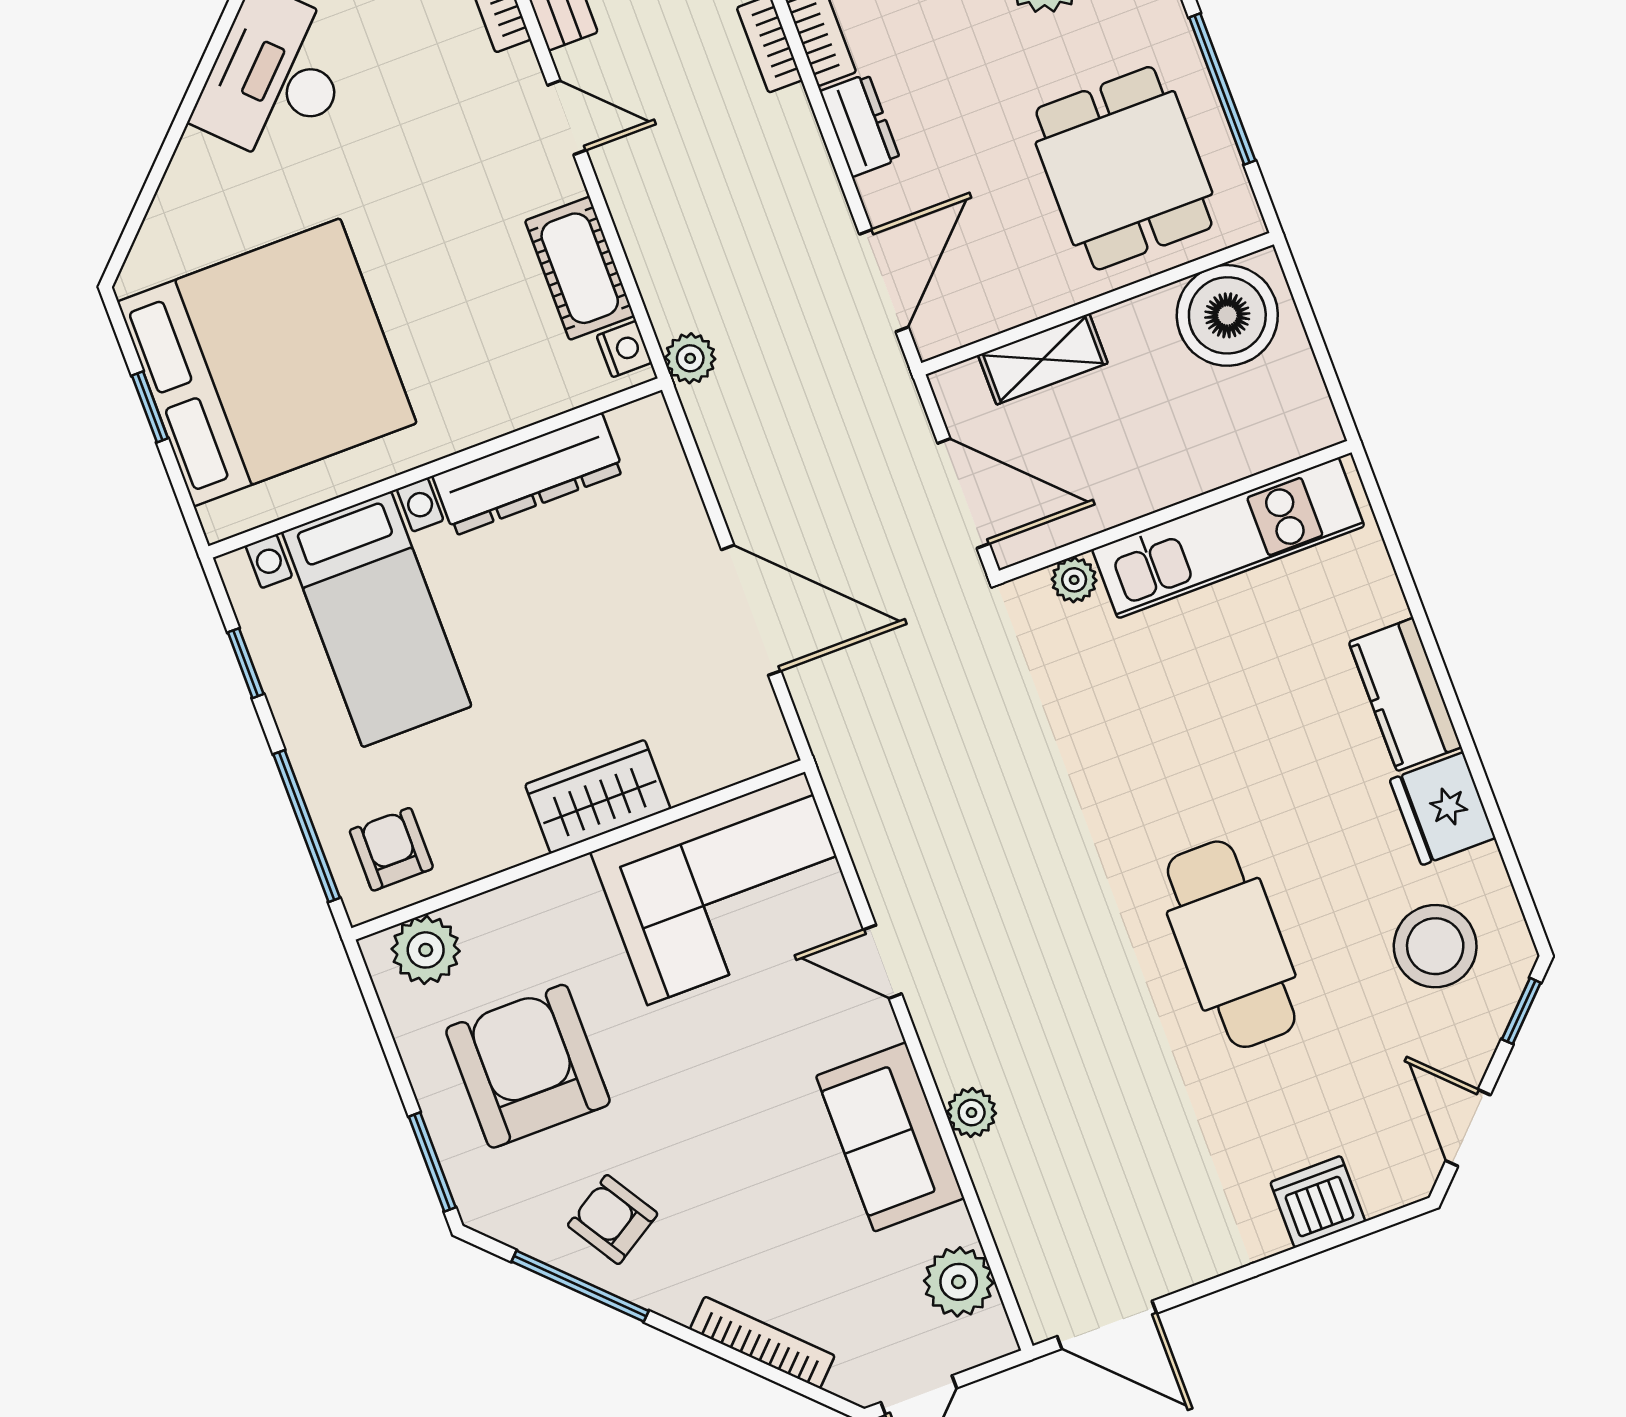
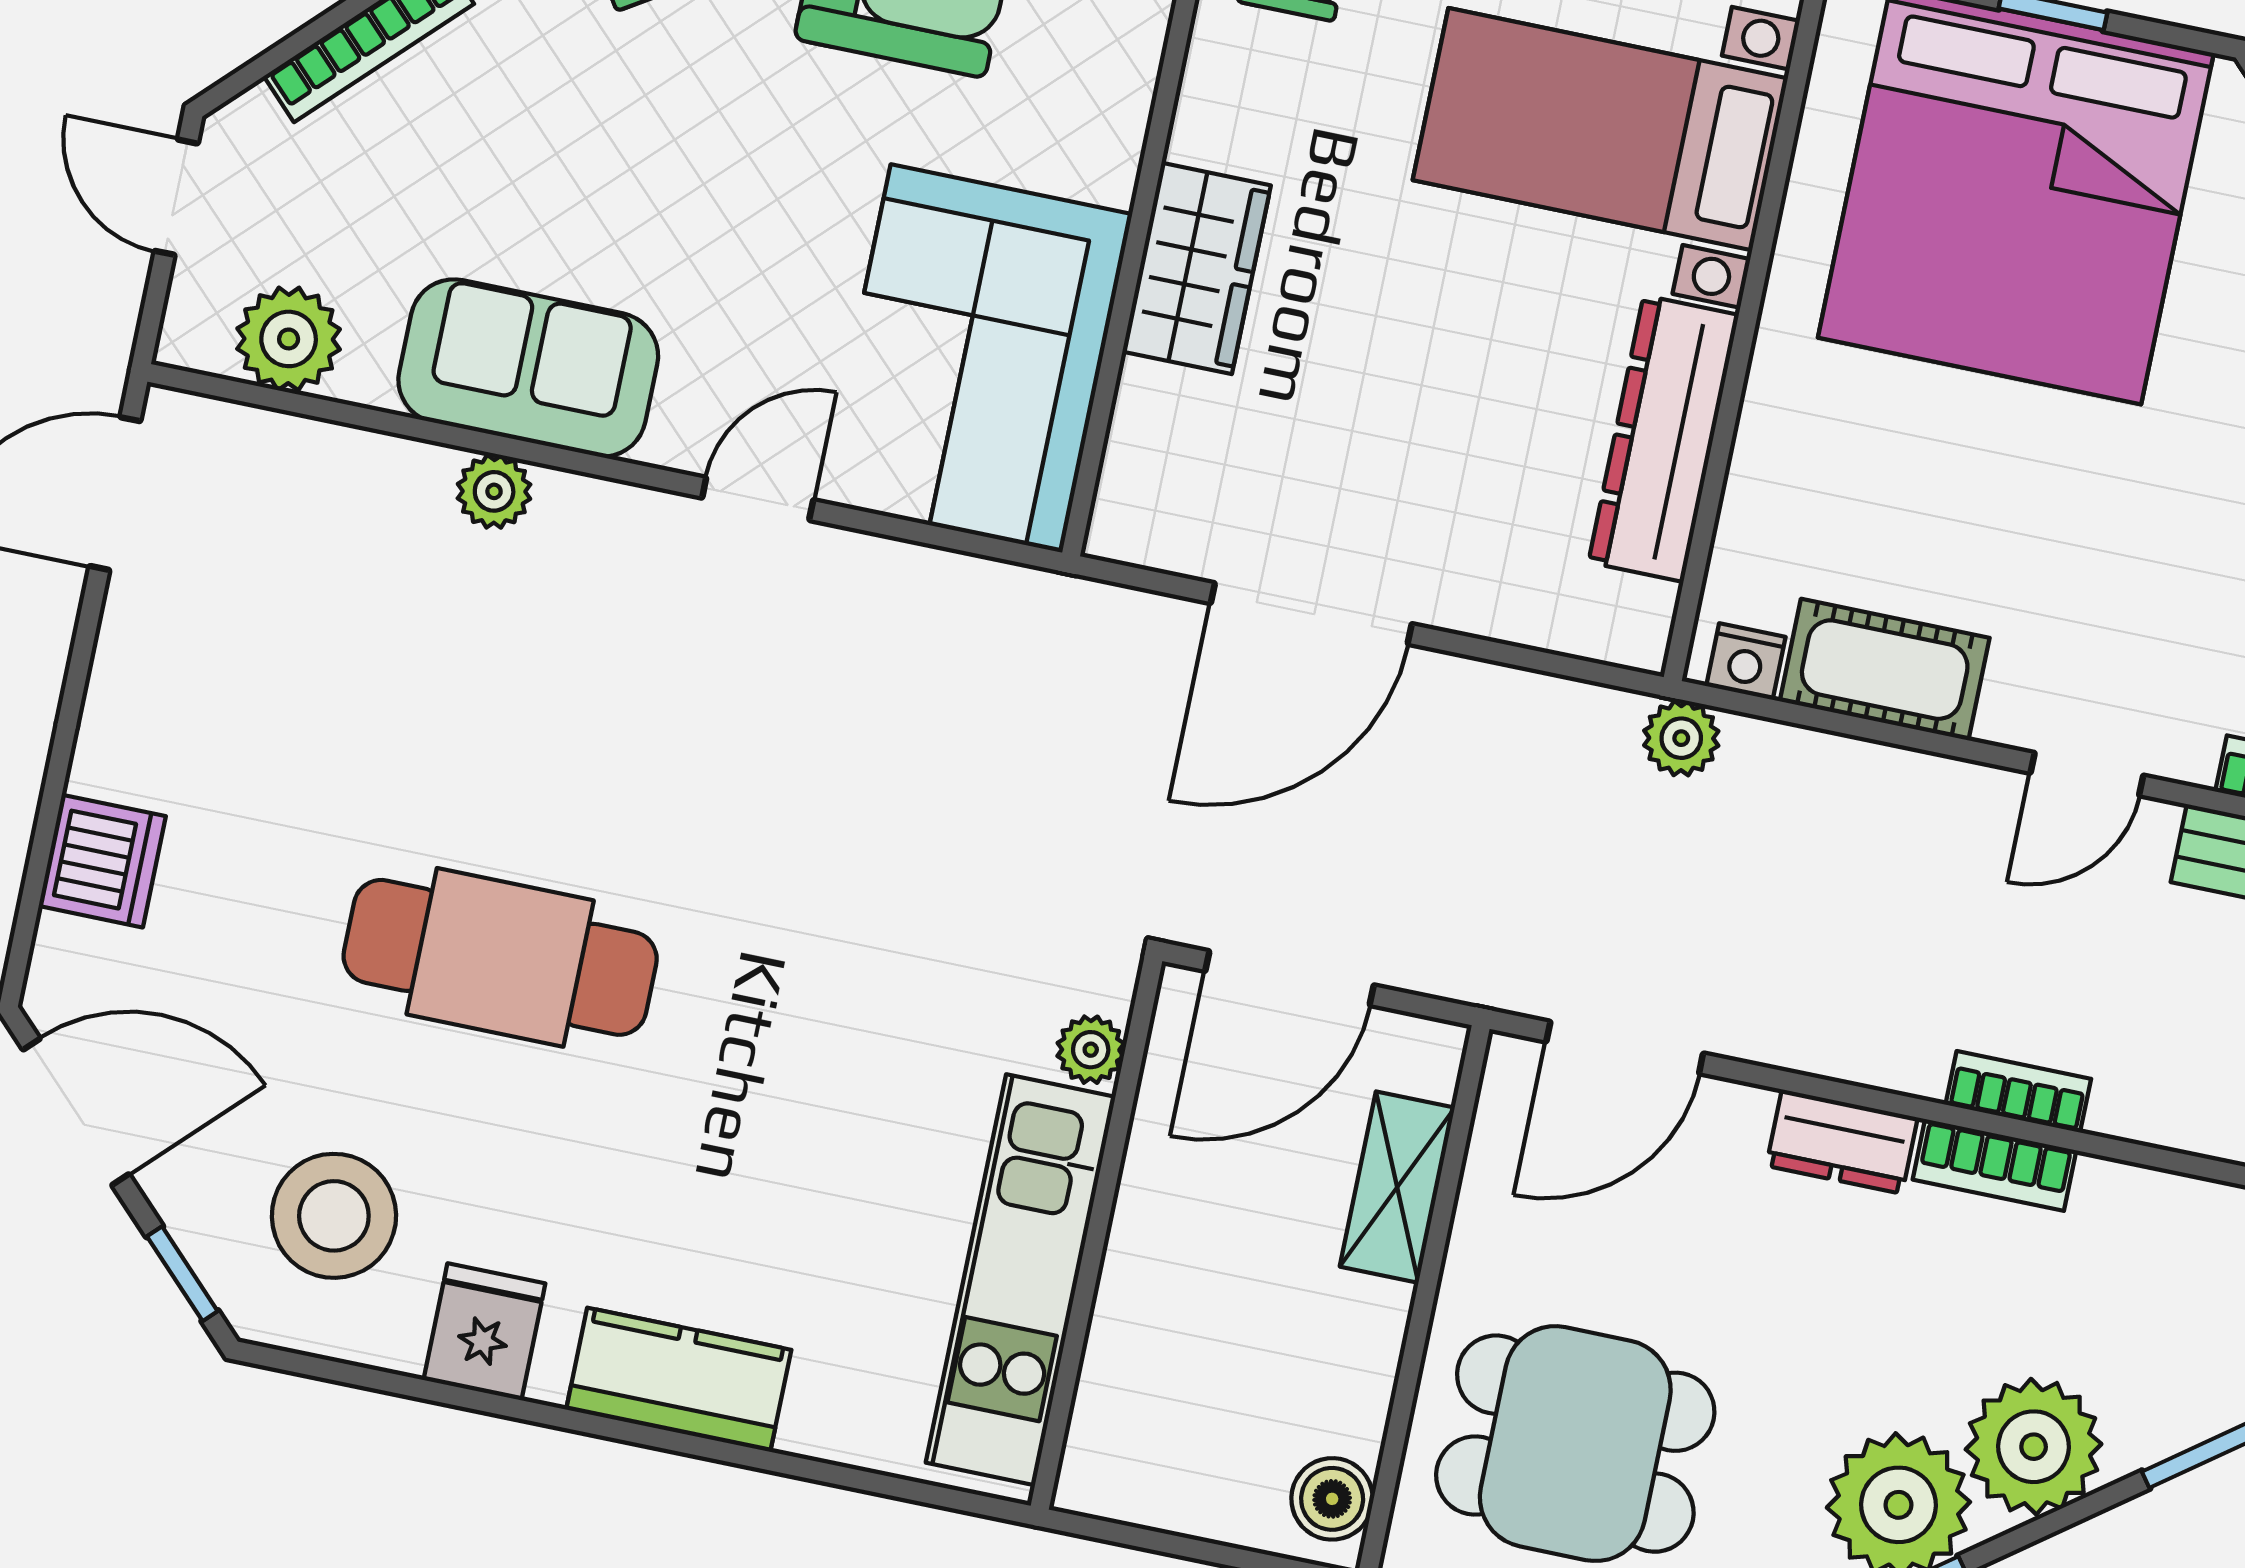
door: (884, 281) -> (1625, 1048), hinge flipped
boiler: (1227, 315) -> (1332, 1499), width x0.54, depth x0.54
fridge: (1443, 809) -> (484, 1332), width x0.72
door: (1468, 1128) -> (76, 1112), width x1.38

